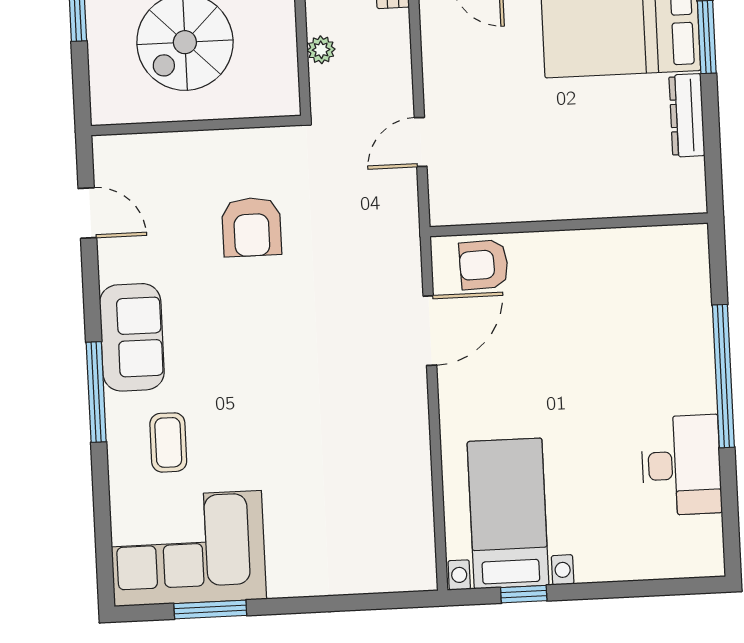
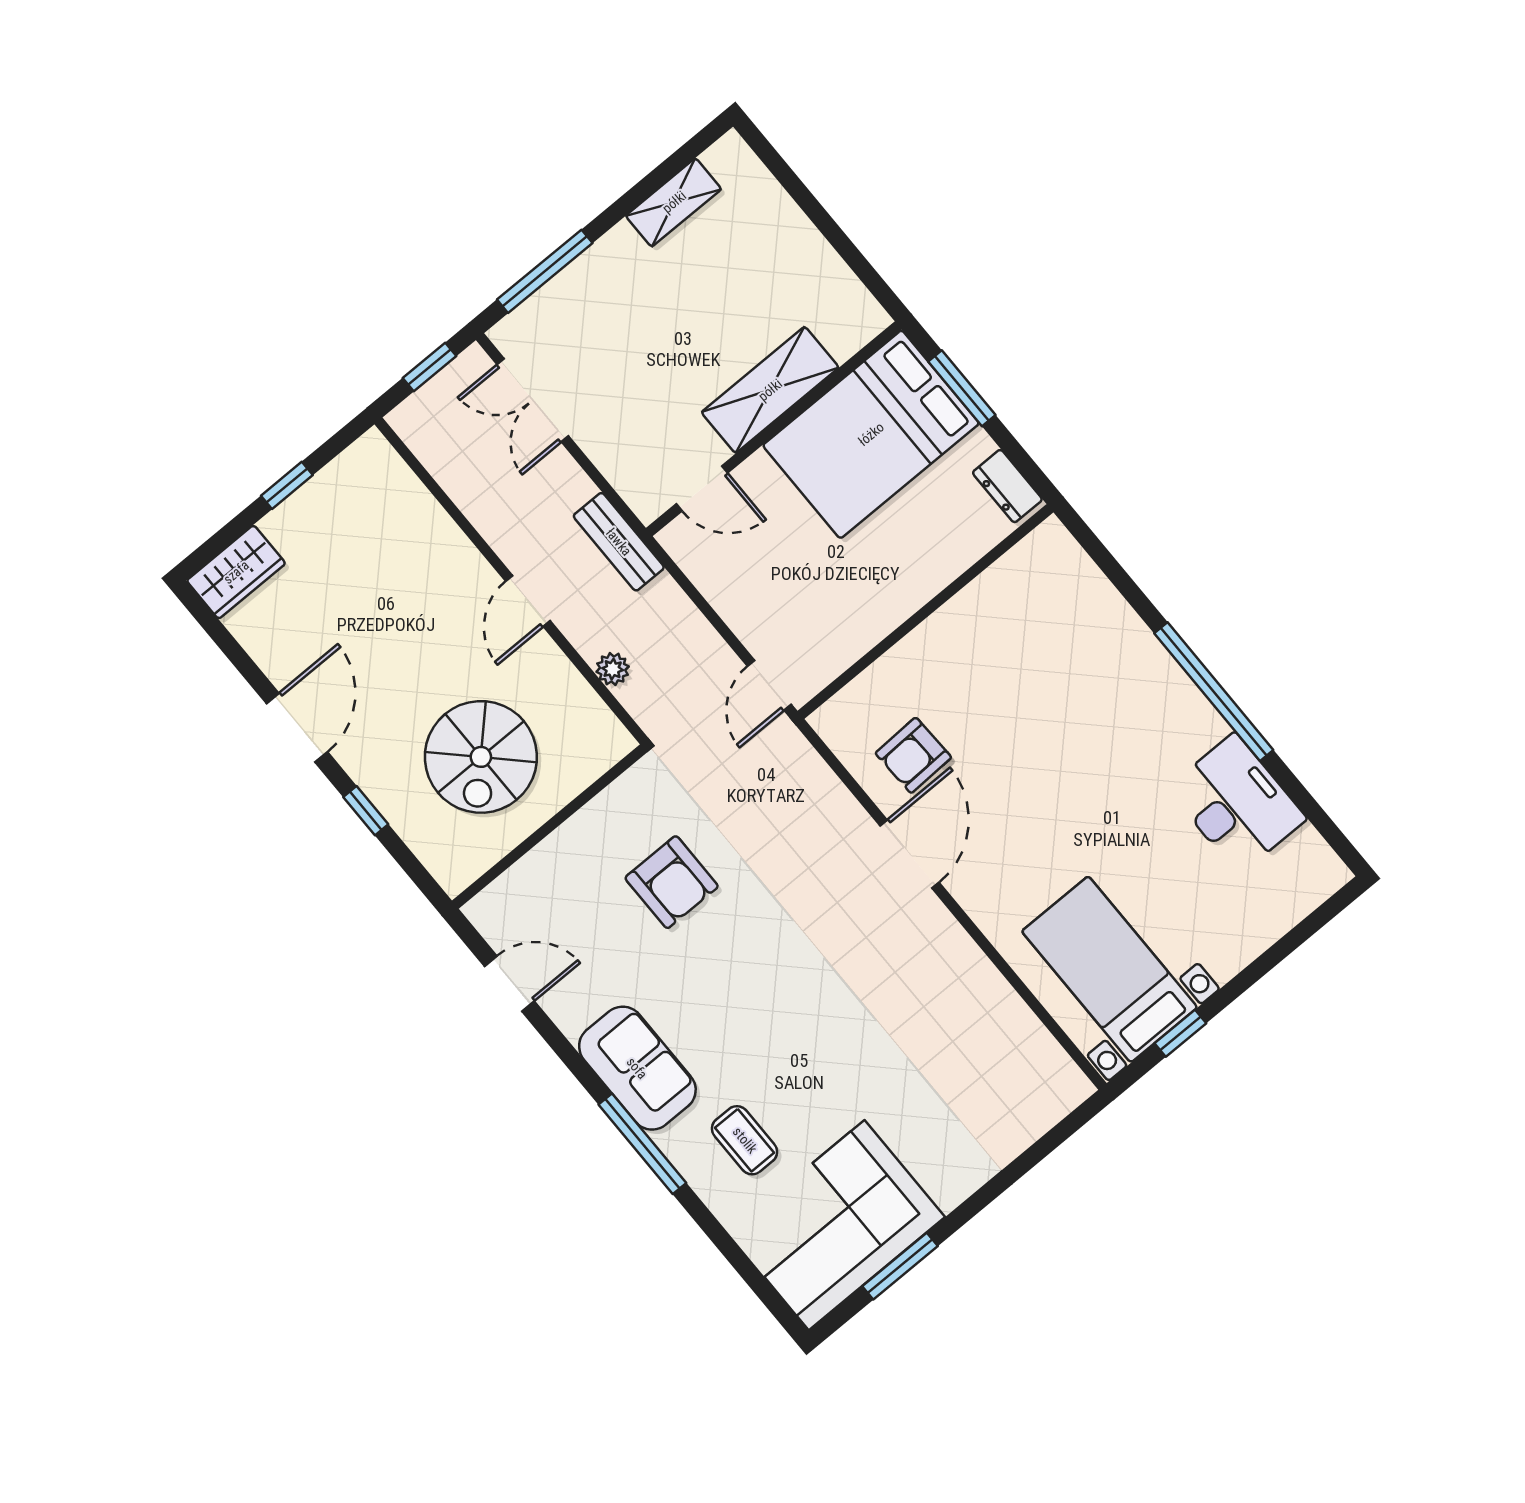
dresser: (687, 115) -> (1007, 486), width x0.70
wall: (569, 225) -> (925, 612), moved

